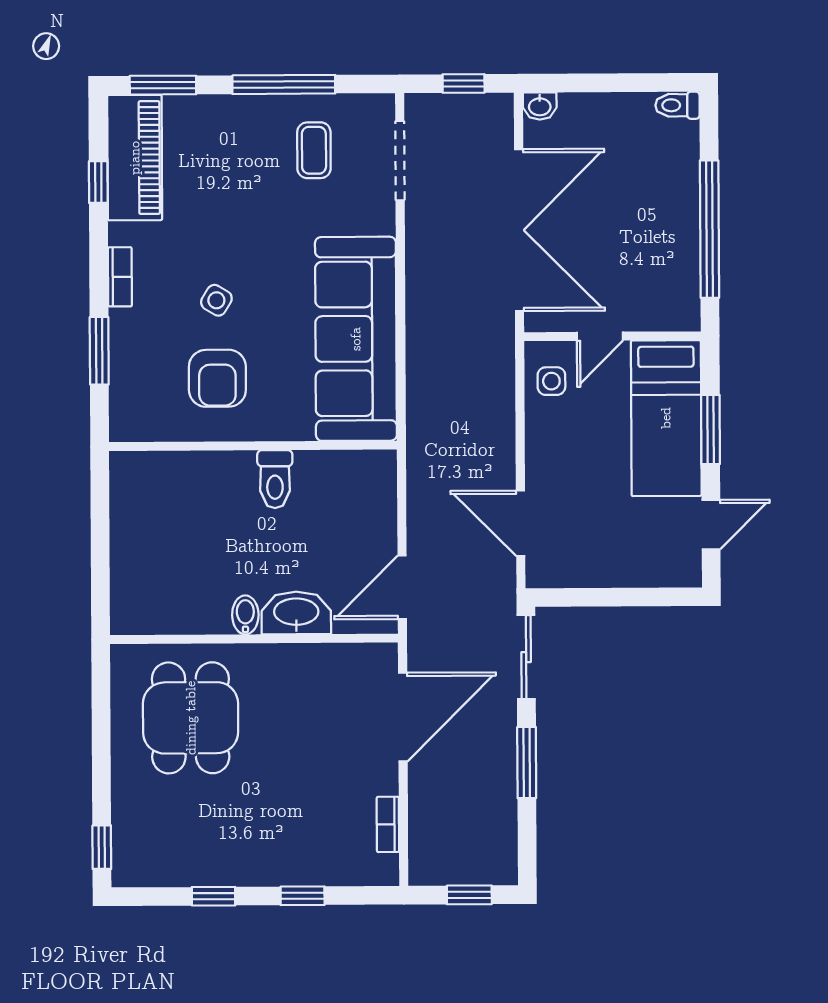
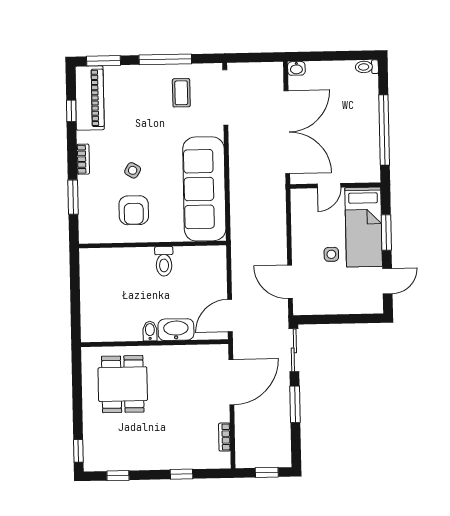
window: (464, 84) -> (257, 57), removed
doorway: (400, 161) -> (225, 97), width x1.36
side table: (551, 381) -> (331, 254), moved
window: (213, 896) -> (118, 476), moved

